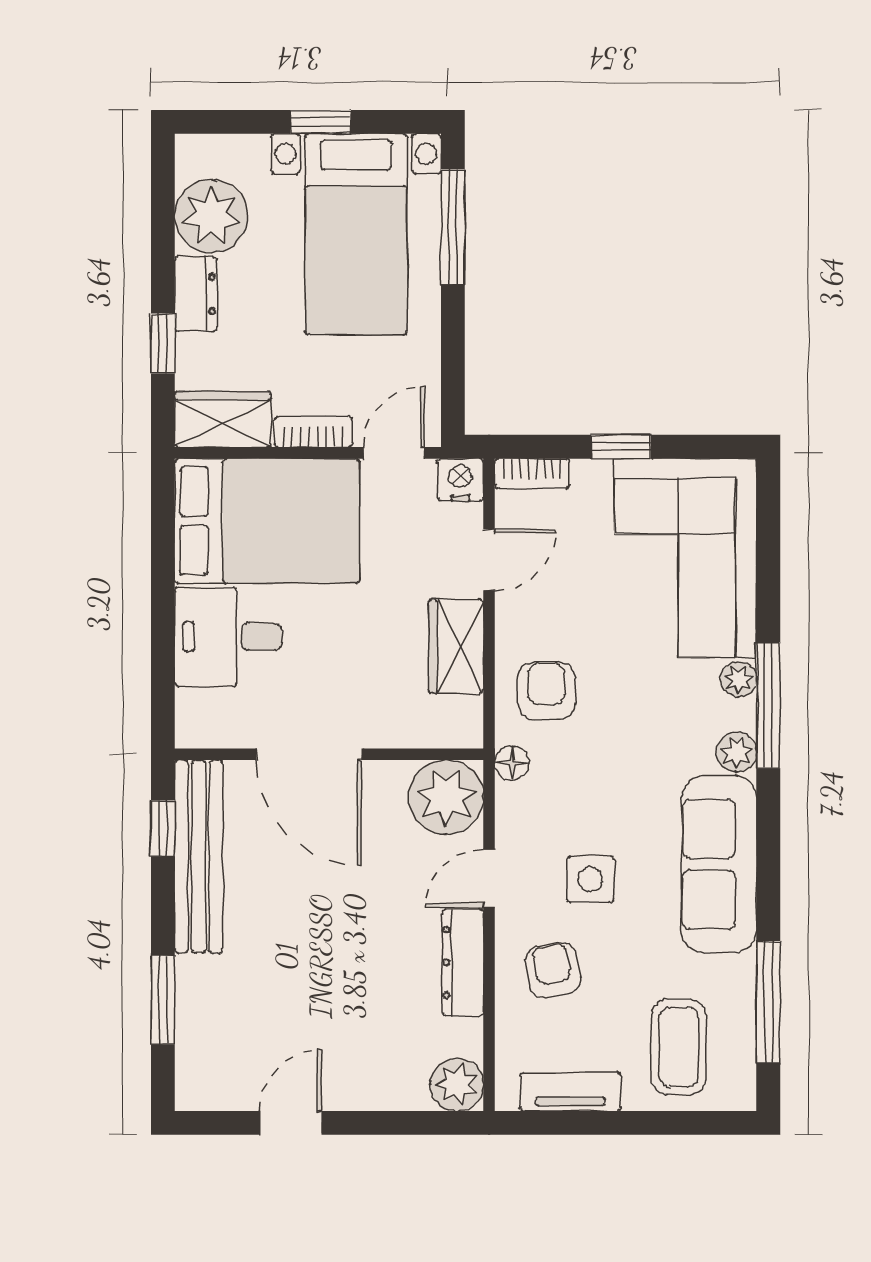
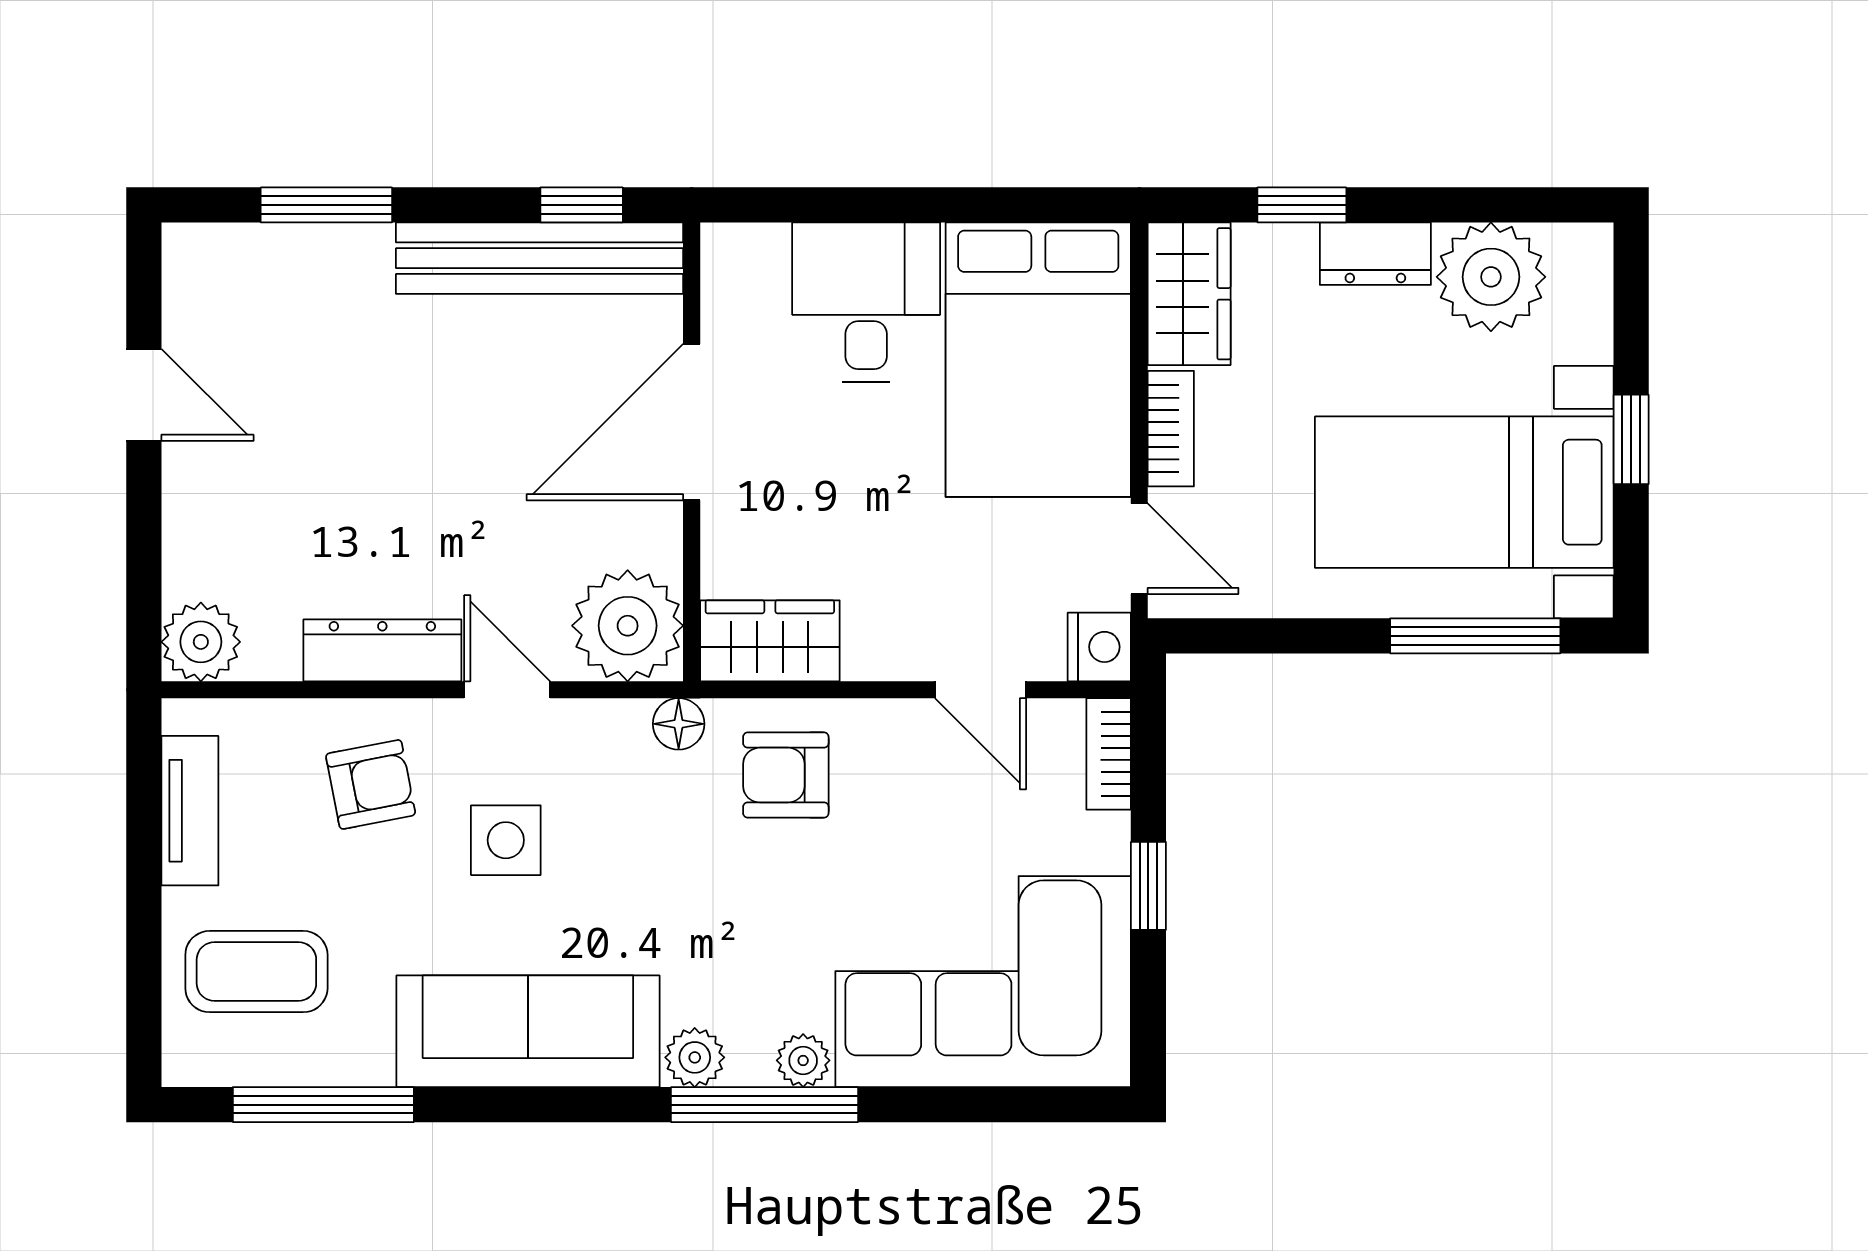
wardrobe: (456, 646) -> (770, 641), moved
armchair: (546, 691) -> (786, 775), turned 180

